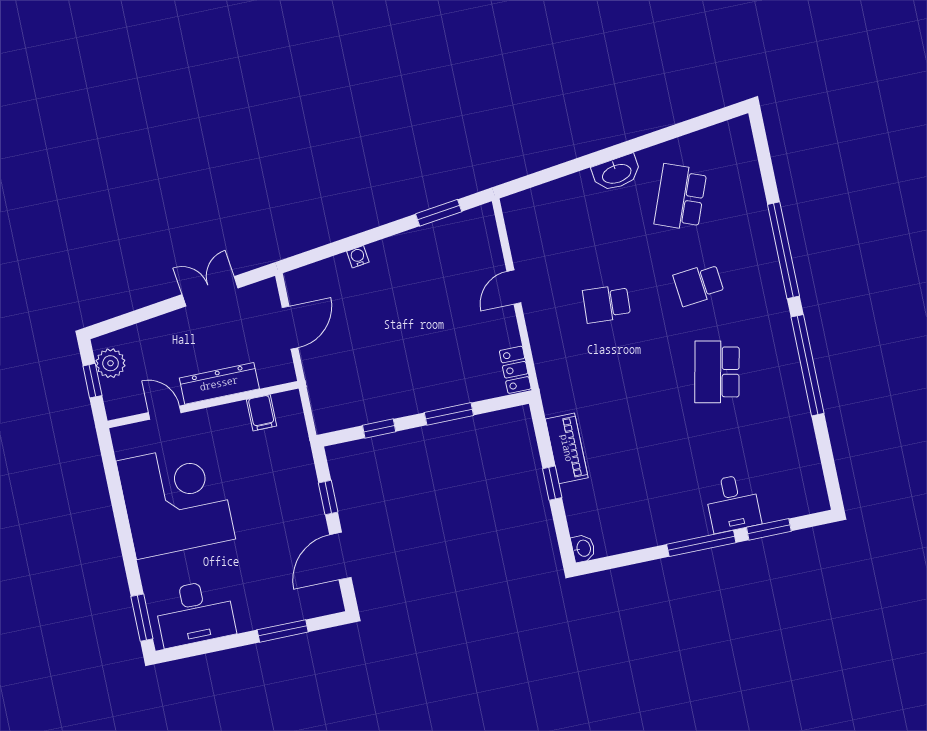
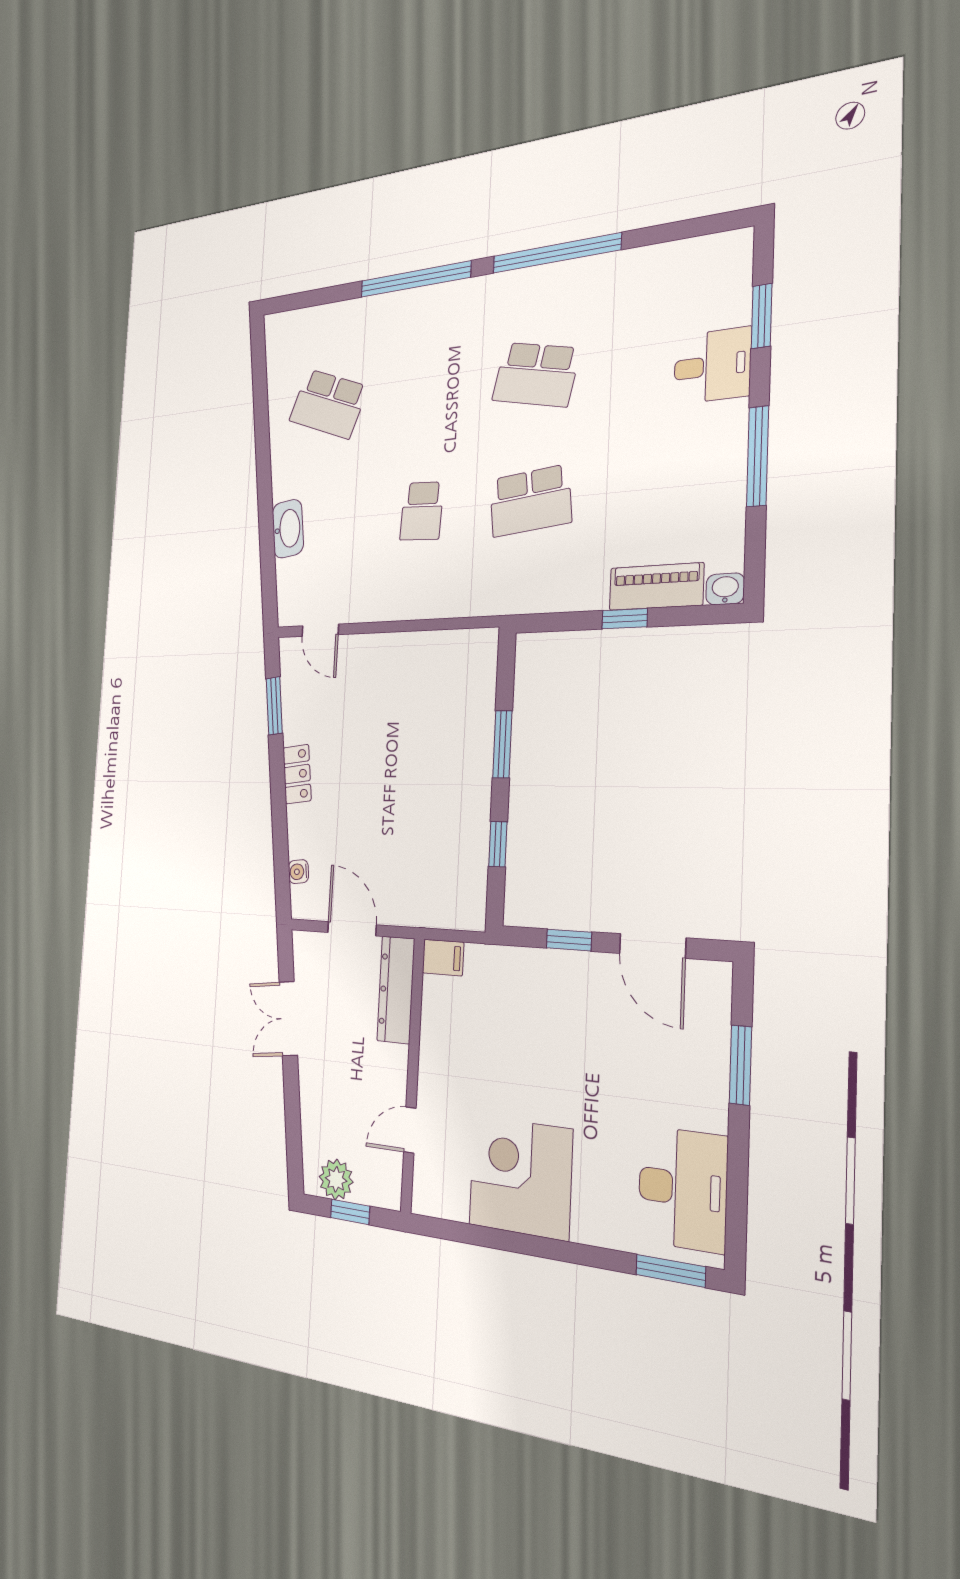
washbasin: (616, 173) -> (288, 529), moved
water cooler: (358, 257) -> (298, 872), moved
school desk: (699, 284) -> (530, 501), moved, width x1.85
door: (514, 287) -> (320, 630), moved
locker: (515, 370) -> (297, 774), moved, turned -97
dresser: (219, 383) -> (396, 990), moved
filing cabinet: (262, 413) -> (443, 958), moved
piano: (567, 448) -> (656, 587), moved
corner desk: (176, 500) -> (521, 1177), width x0.74, depth x0.74
window: (701, 543) -> (758, 456), moved

